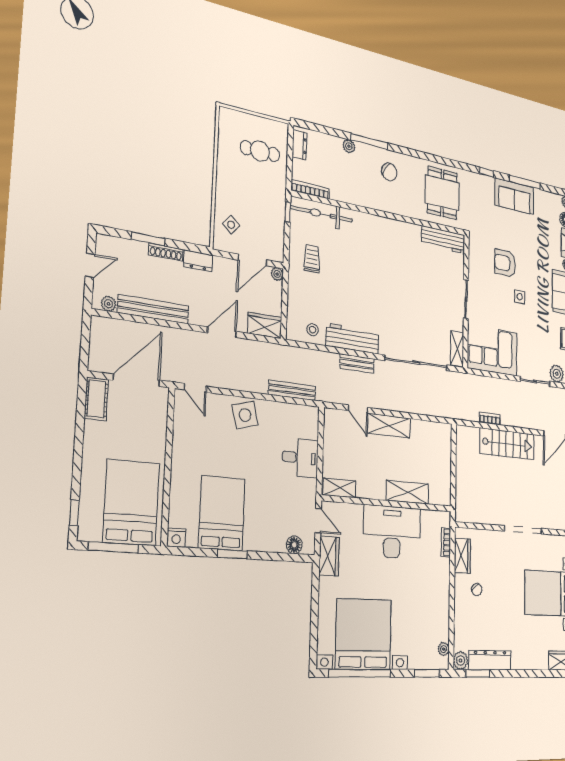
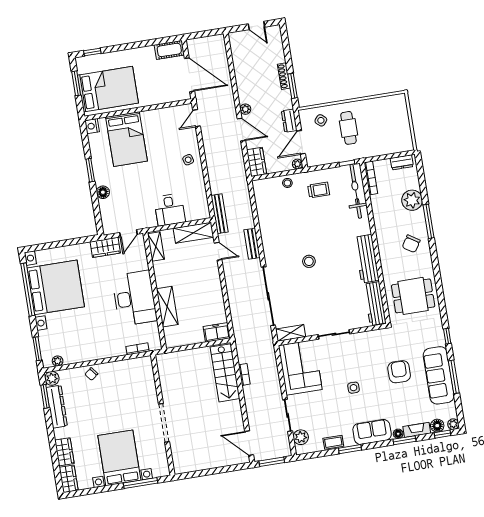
plant: (349, 146) -> (412, 200), width x1.88, depth x1.88
cafe table: (260, 151) -> (348, 128), moved
sofa: (514, 196) -> (439, 375), width x1.36
window: (148, 239) -> (293, 86), moved
door: (252, 260) -> (301, 142), hinge flipped
dresser: (198, 261) -> (289, 121), moved
armchair: (505, 263) -> (399, 372), moved
stool: (388, 300) -> (309, 261), added
plant: (108, 304) -> (245, 109), moved
bench: (153, 309) -> (241, 76), removed
stool: (313, 330) -> (287, 183), moved
workbench: (352, 339) -> (367, 259), moved, turned 180
bench: (292, 390) -> (220, 214), moved
door: (358, 409) -> (218, 251), swing flipped
side table: (245, 415) -> (188, 160), width x0.54, depth x0.54
shelving: (389, 426) -> (193, 233), moved, turned 90
freezer: (443, 438) -> (217, 332), added
stairs: (507, 444) -> (225, 373), moved
bed: (222, 513) -> (127, 139), moved, turned 90
floor lamp: (294, 545) -> (103, 192), moved
window: (113, 547) -> (76, 83), width x0.69
wardrobe: (462, 556) -> (64, 452), moved, turned -90
chair: (477, 590) -> (91, 374), moved

